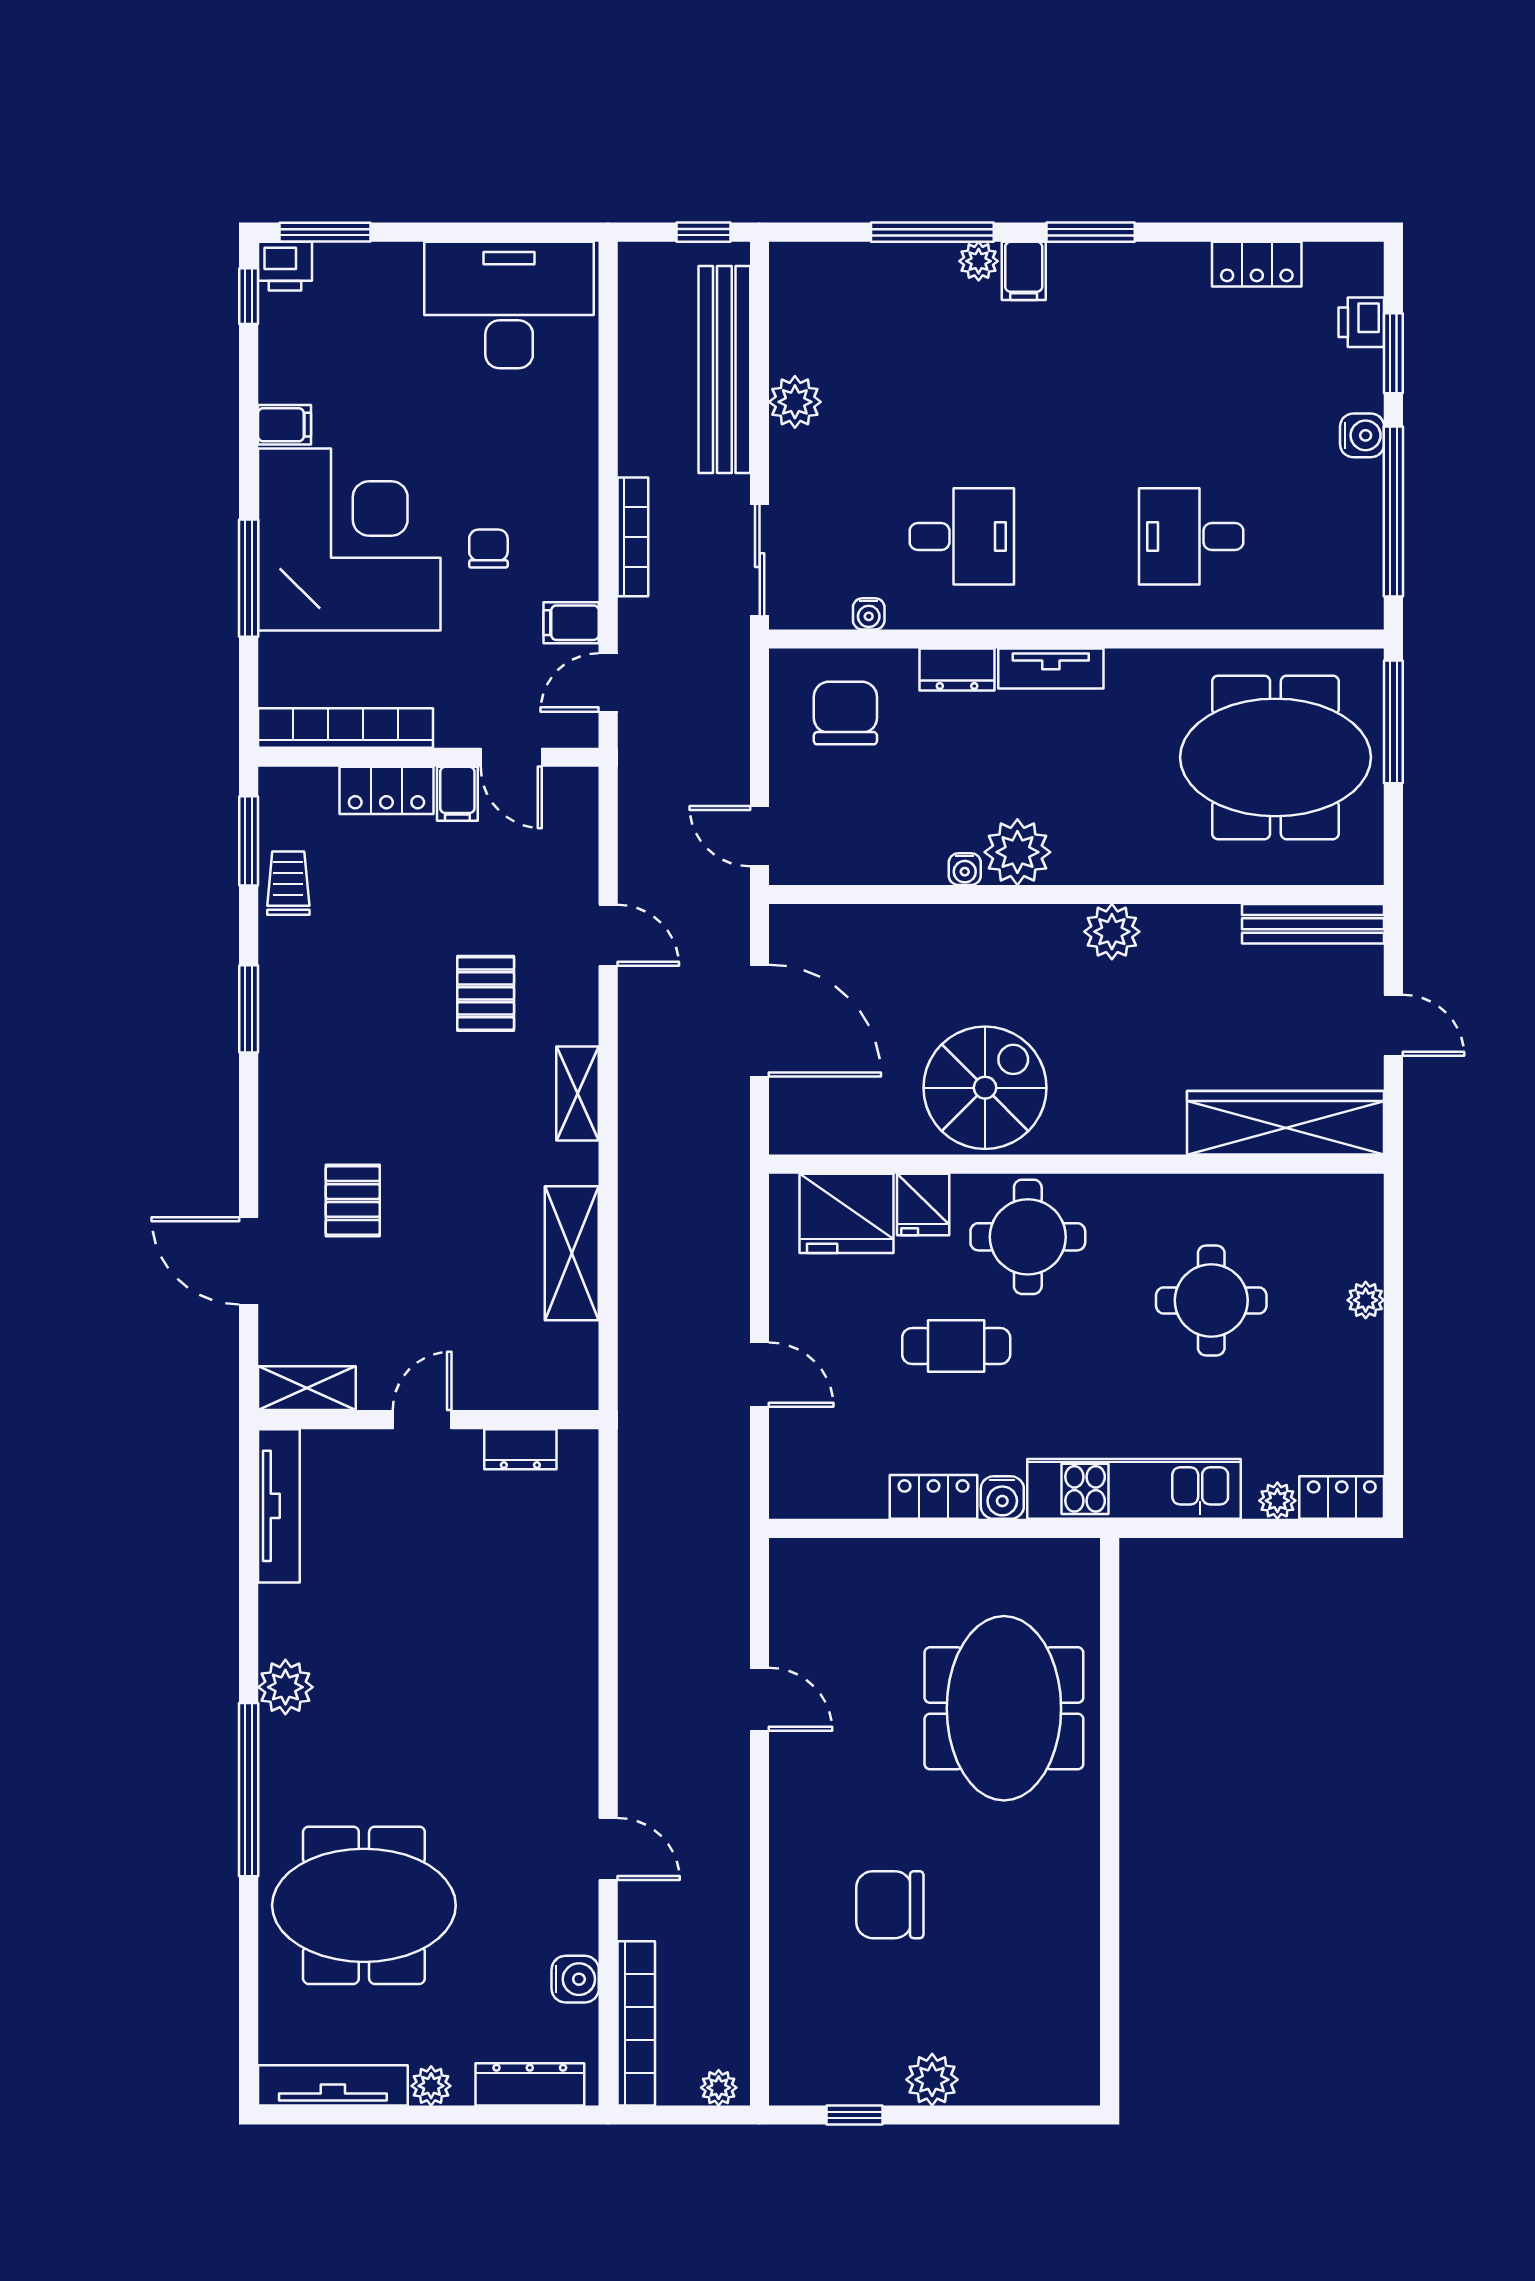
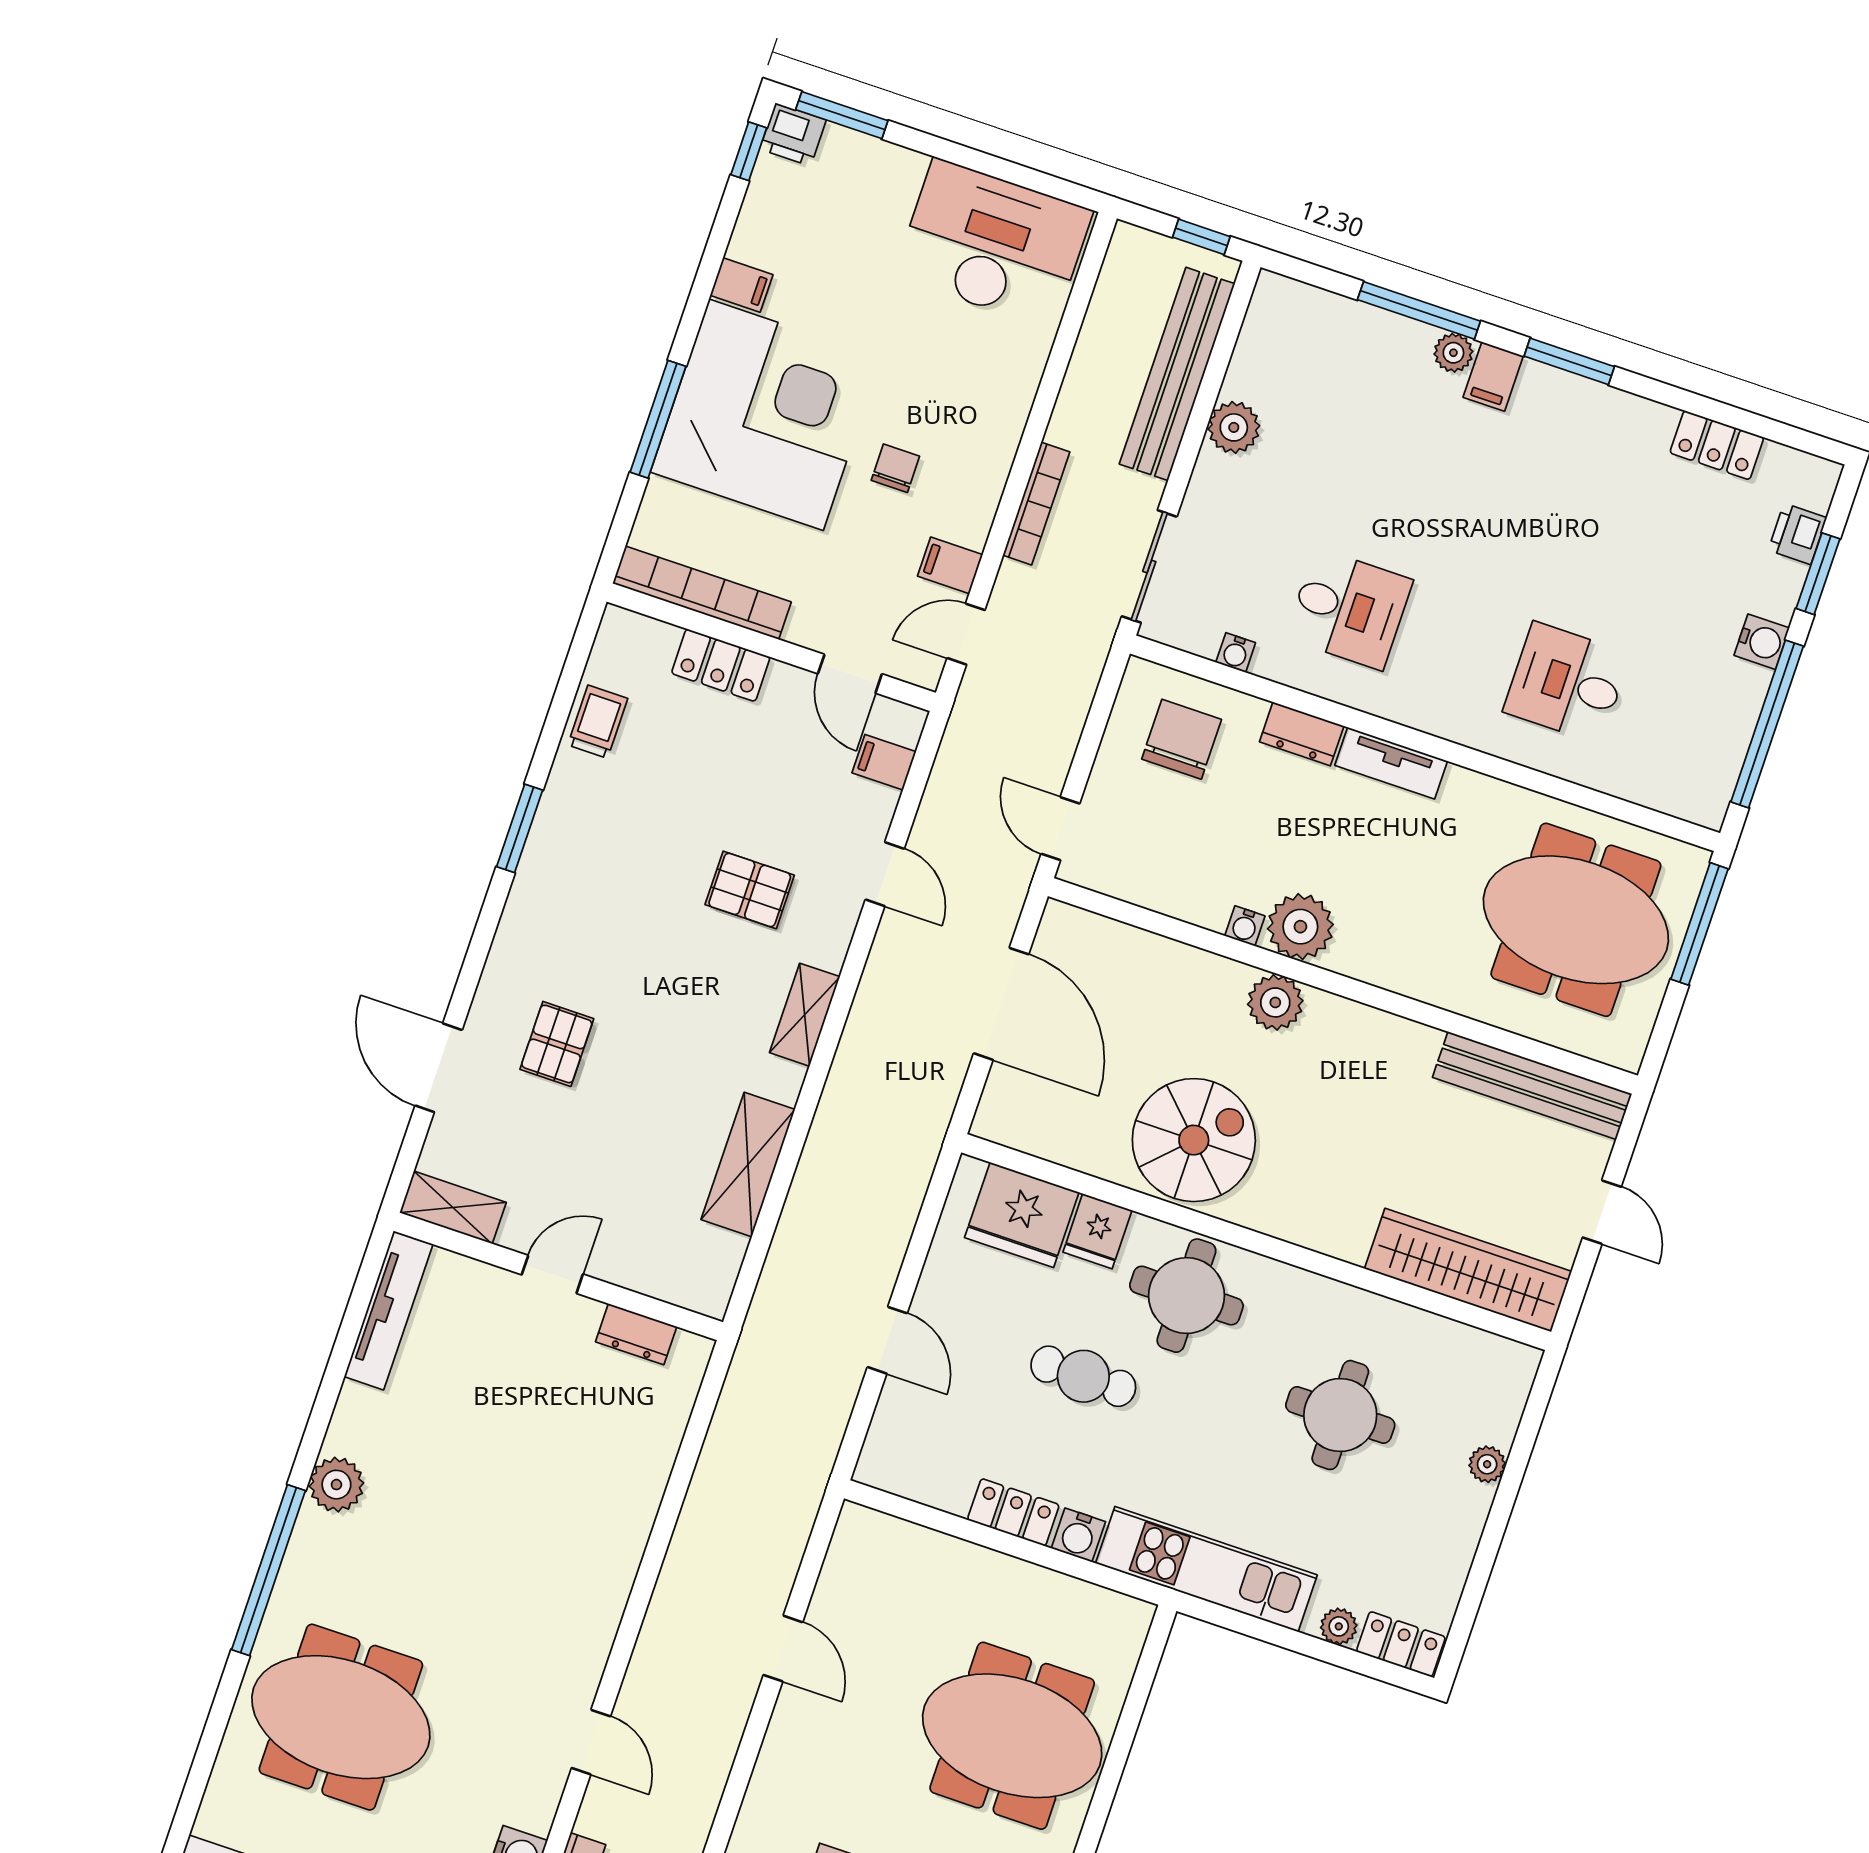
filing cabinet: (457, 794) -> (884, 762), moved, turned 90
window: (249, 841) -> (574, 669), removed
bench: (1313, 924) -> (1532, 1086), width x1.37, depth x1.21
plant: (1112, 932) -> (1275, 1002), moved
pallet: (486, 993) -> (750, 890), turned 90
meeting table: (1004, 1708) -> (1012, 1736), turned 90

